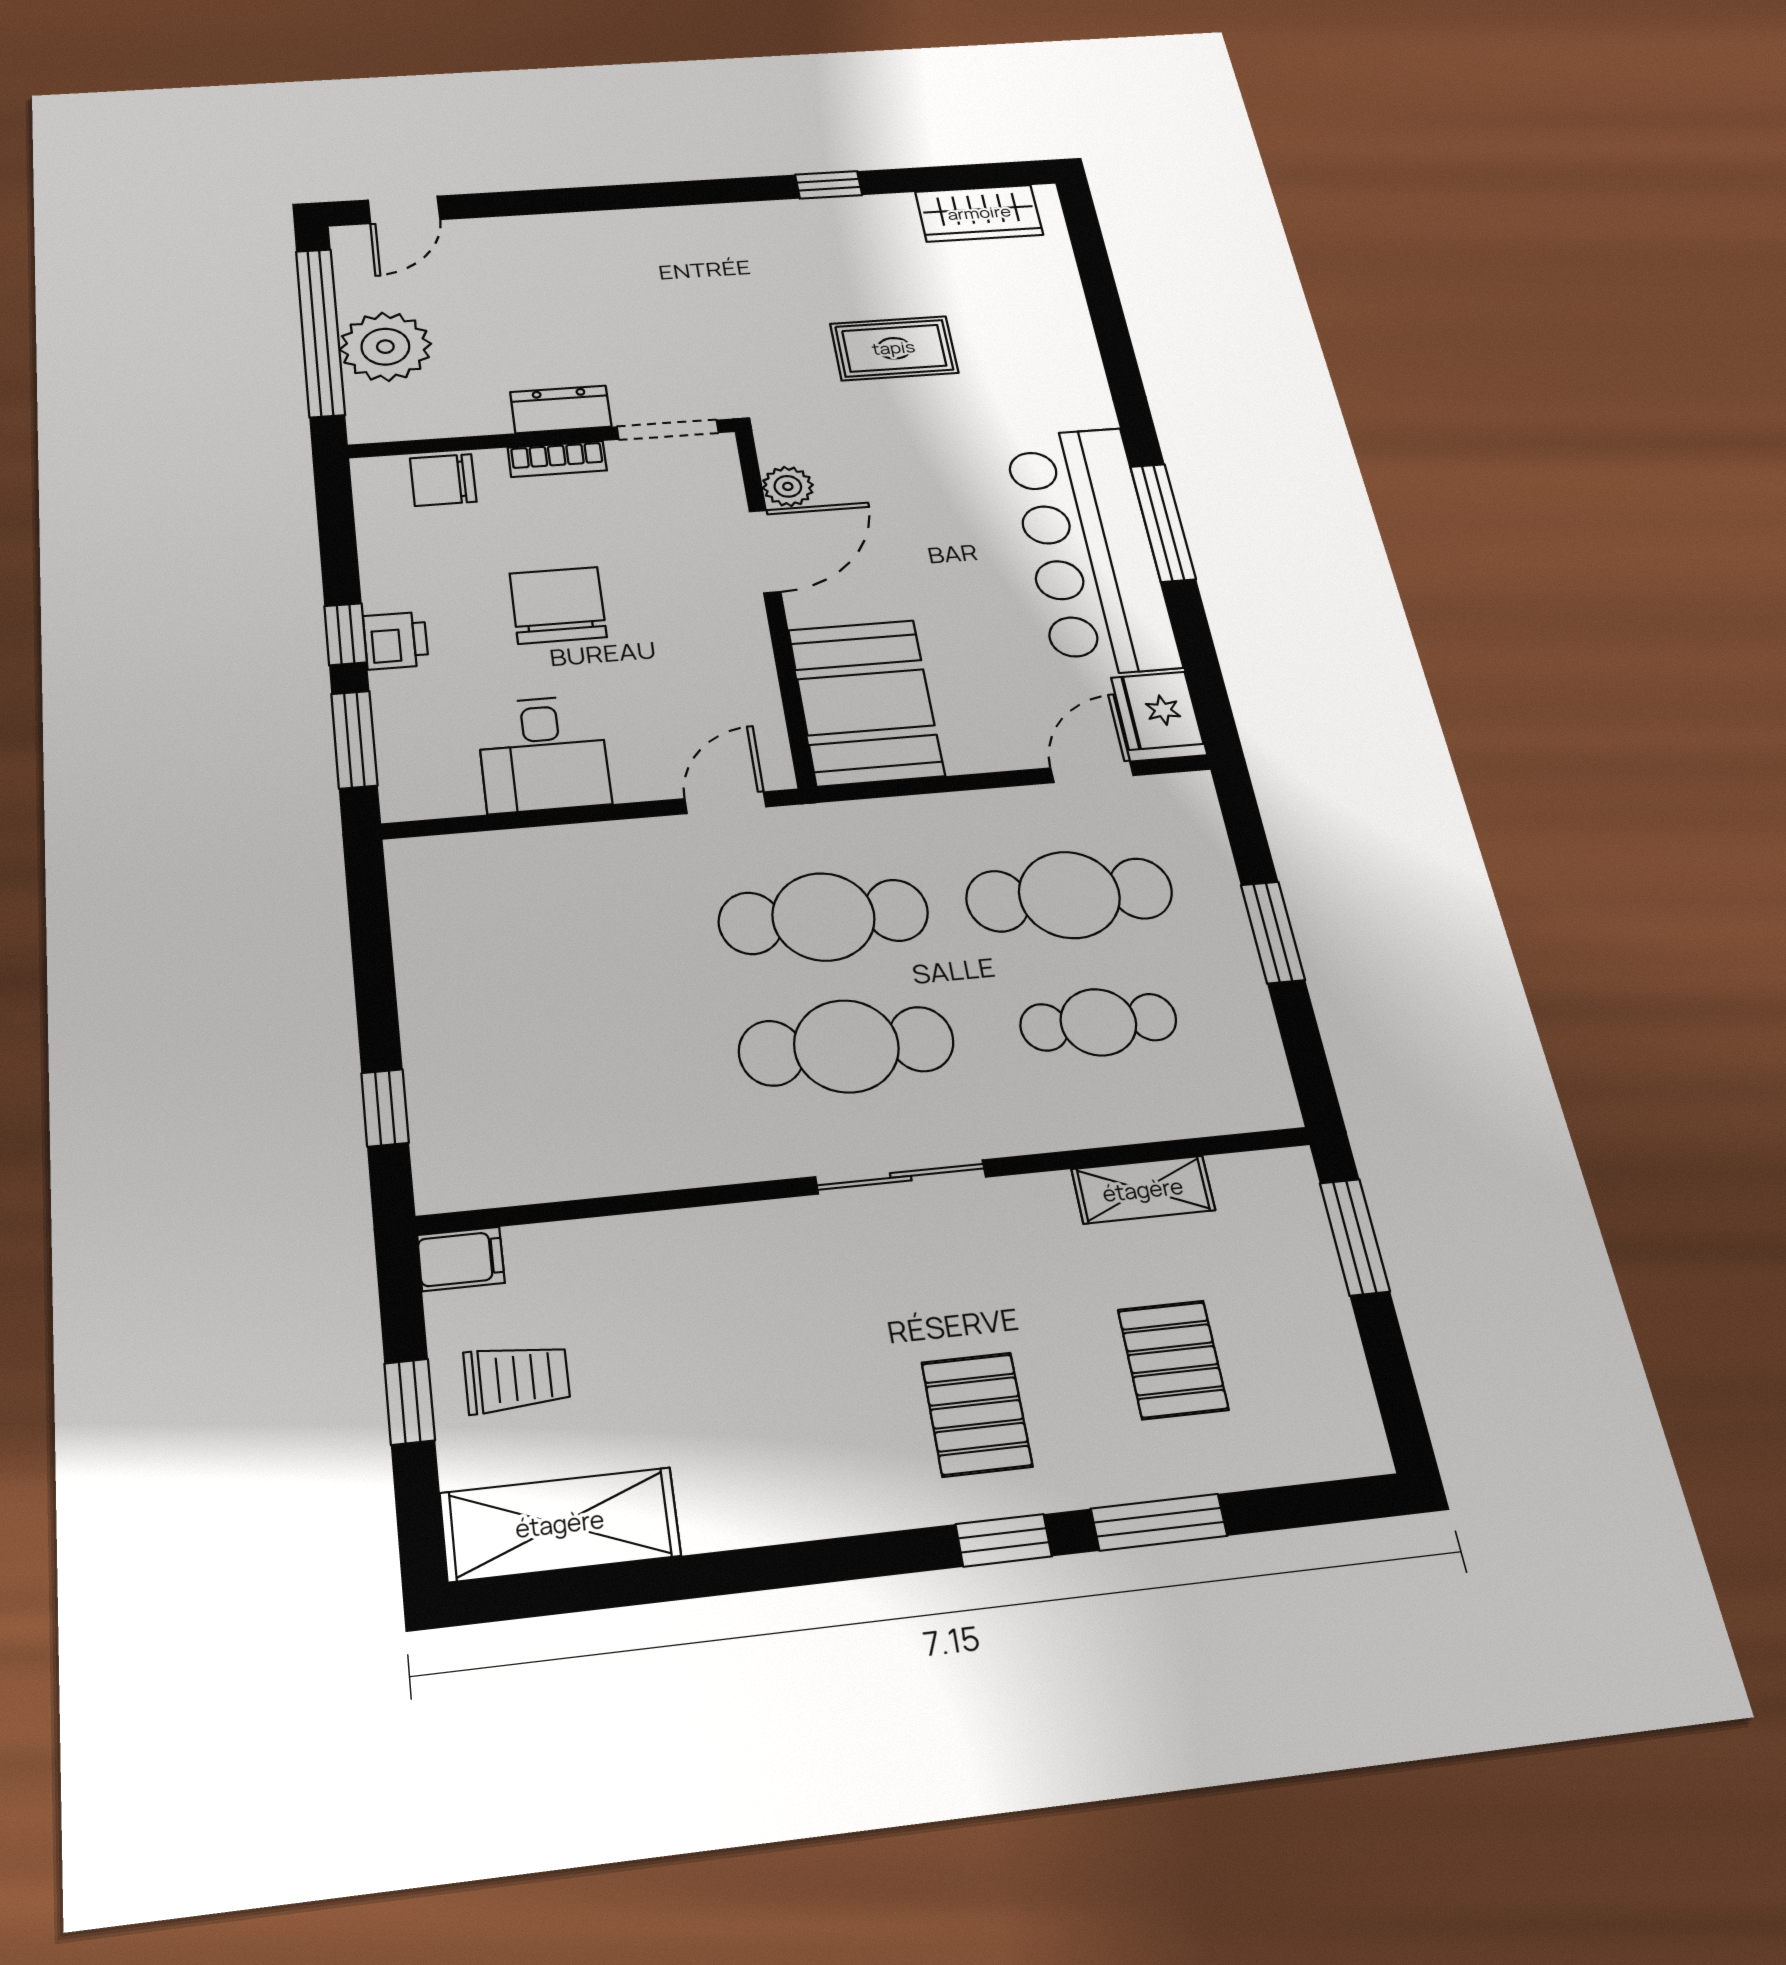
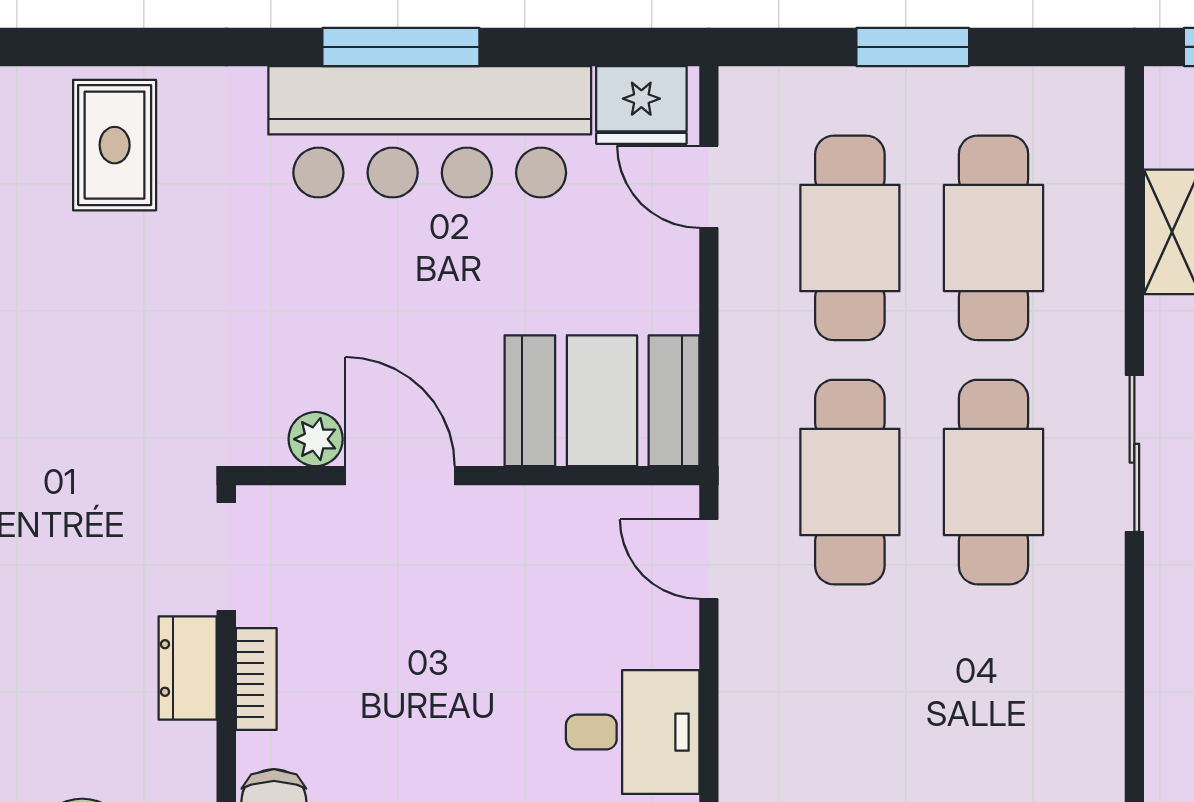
rug: (894, 348) -> (115, 145), moved
chair: (558, 605) -> (450, 698), removed
cafe table: (1098, 1022) -> (994, 238), width x1.37, depth x1.35

